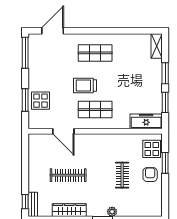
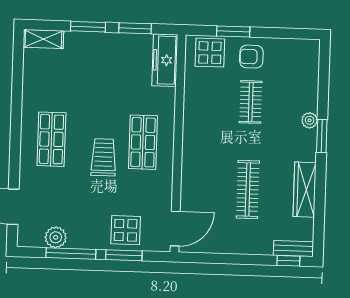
window: (25, 53) -> (71, 253), moved
plant: (35, 58) -> (56, 237), added
trolley: (85, 85) -> (104, 157), turned 180
door: (63, 131) -> (175, 229), moved
clothes rail: (122, 175) -> (251, 102), turned 90

